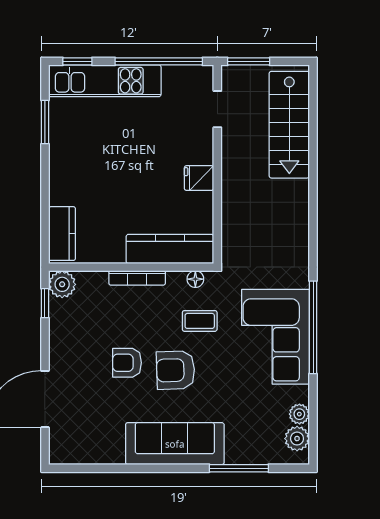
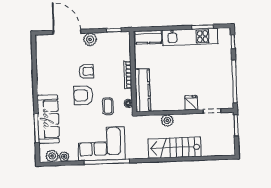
kitchen unit: (105, 81) -> (190, 37), moved, turned -90
stairs: (289, 125) -> (175, 148), moved
fridge: (199, 178) -> (191, 103), moved
plant: (233, 201) -> (167, 120), added
plant: (62, 284) -> (90, 39), moved
armchair: (127, 363) -> (86, 71), turned 90
armchair: (176, 370) -> (83, 95), turned -88
sofa: (175, 444) -> (48, 119), moved

